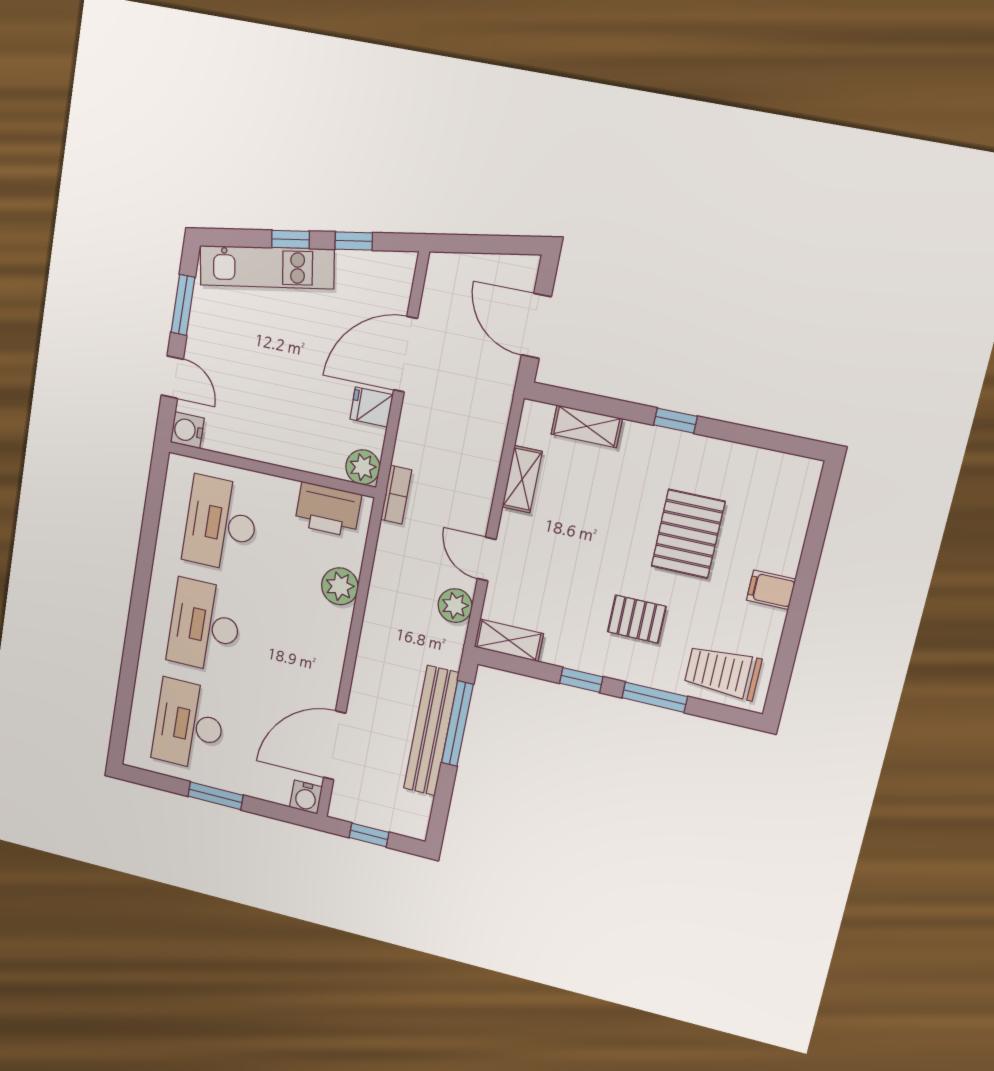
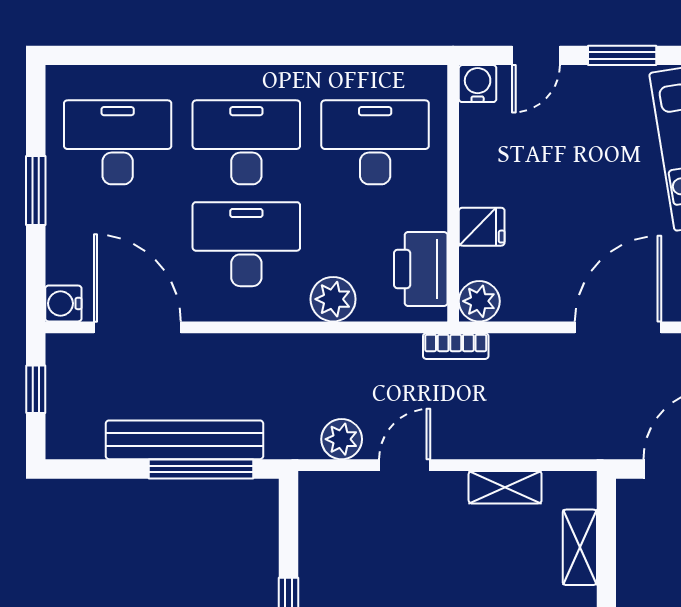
door: (405, 354) -> (618, 327), hinge flipped
fridge: (371, 407) -> (482, 227), moved, turned 90
shelving: (509, 640) -> (315, 509), removed
desk: (284, 645) -> (246, 244), added

